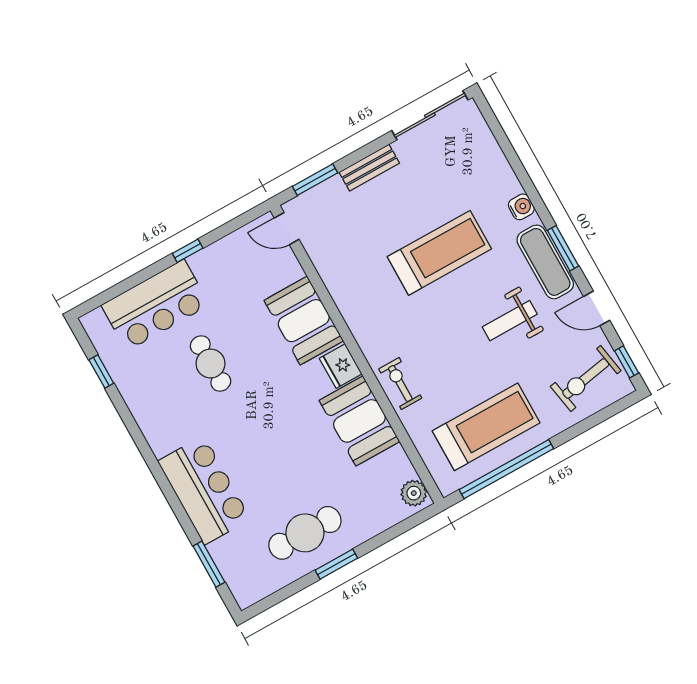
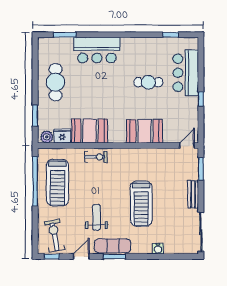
water cooler: (521, 207) -> (158, 249), moved
fridge: (341, 366) -> (62, 136), moved
window: (336, 564) -> (35, 116), moved

